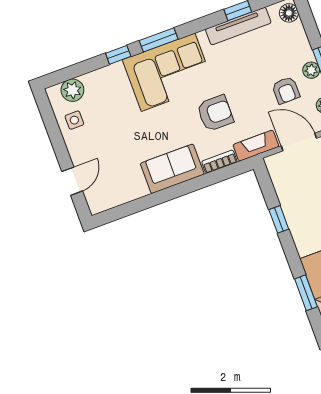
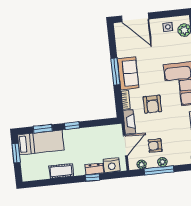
door: (72, 181) -> (135, 17), width x1.88
window: (175, 192) -> (115, 72), added
window: (279, 219) -> (72, 126), moved

